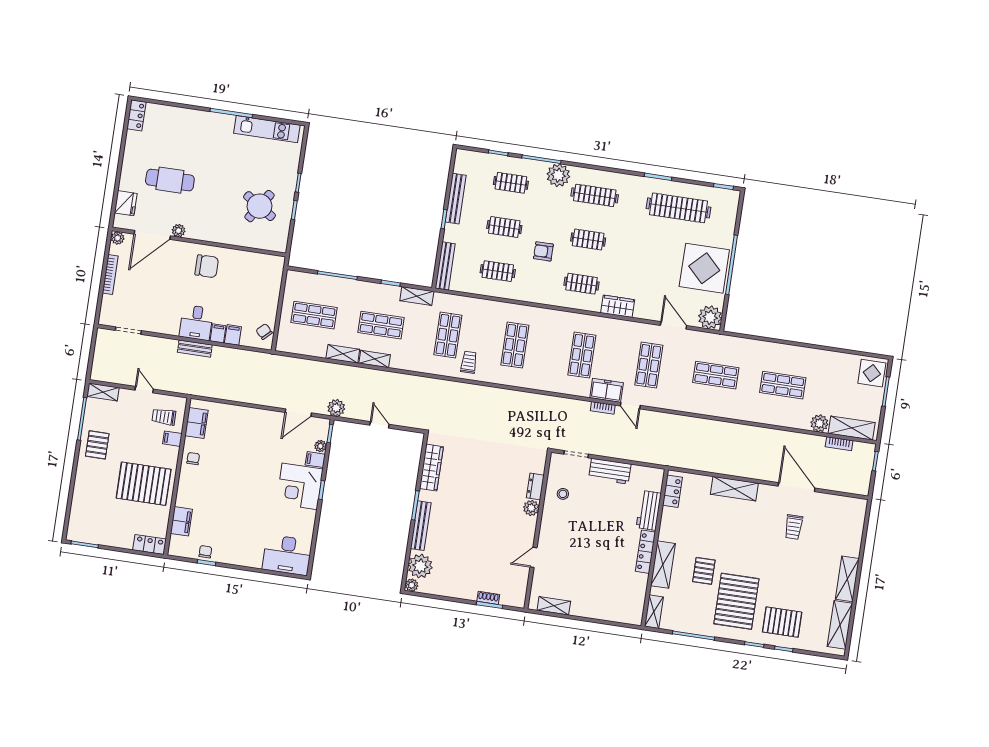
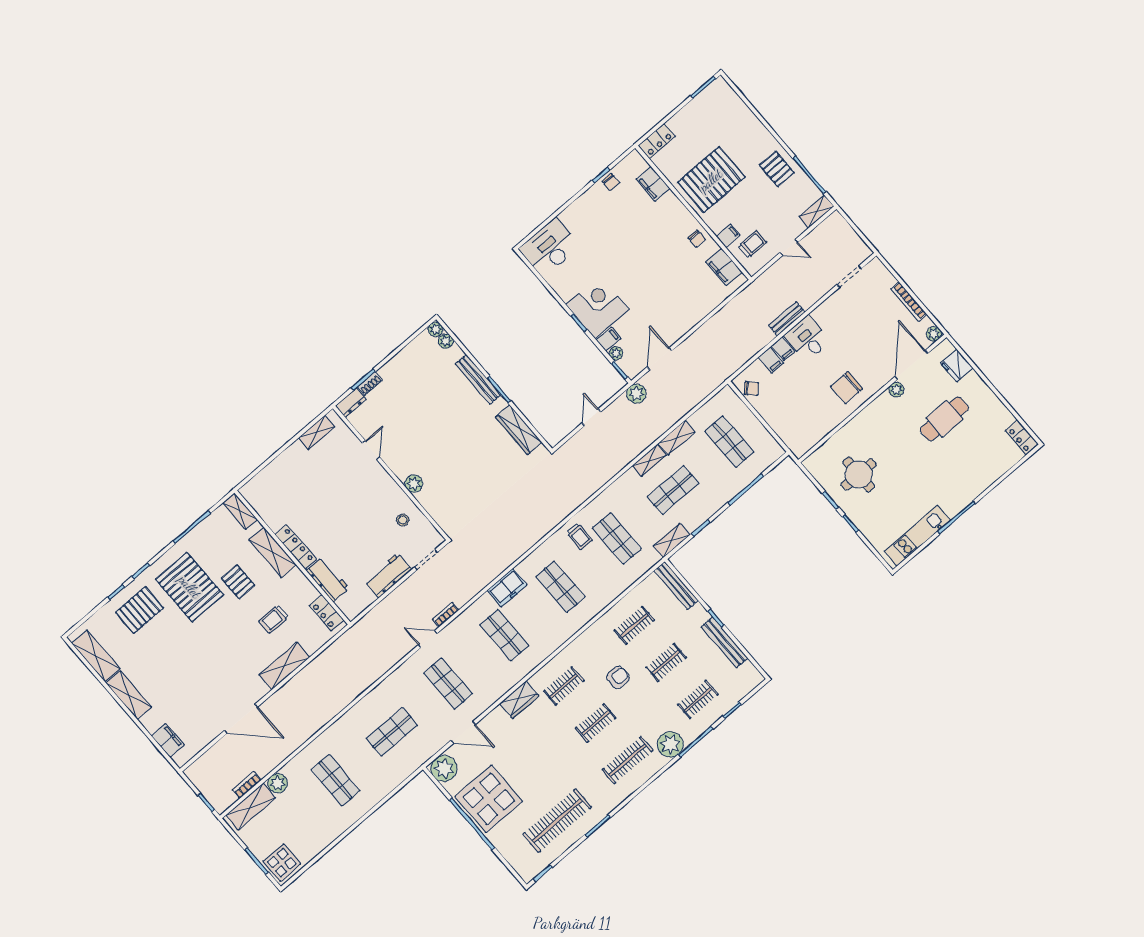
round table: (260, 206) -> (859, 474), turned -33
shop shelf: (314, 315) -> (729, 442), turned 90
shop shelf: (783, 385) -> (336, 780), turned 90
freezer: (607, 390) -> (507, 588), moved
door: (380, 425) -> (591, 417), swing flipped
dresser: (535, 486) -> (351, 403), moved, turned 90
filing cabinet: (855, 525) -> (168, 740), added
trolley: (794, 527) -> (274, 619), moved, turned -90
plant: (420, 566) -> (446, 341), width x0.53, depth x0.53

